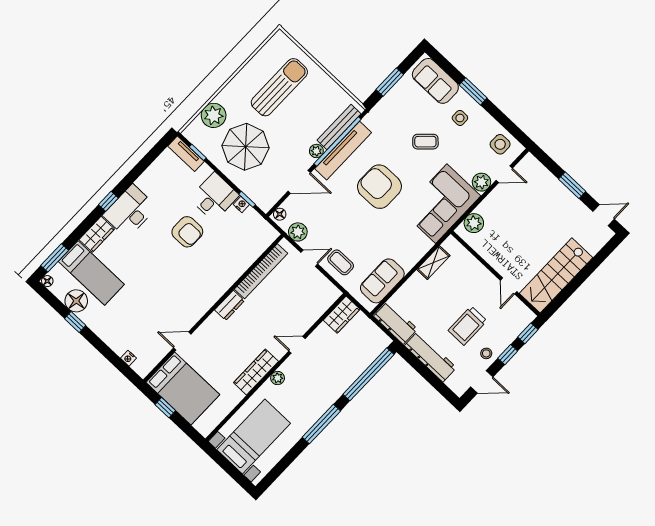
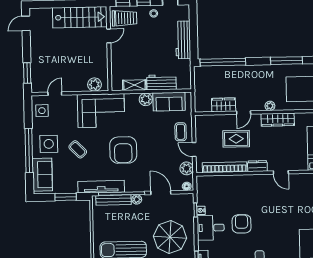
window: (473, 91) -> (29, 151), width x2.11
side table: (460, 118) -> (49, 144), width x1.87, depth x1.87
tv unit: (343, 151) -> (101, 187), moved
door: (504, 174) -> (55, 94), hinge flipped
plant: (481, 182) -> (146, 99), moved
window: (572, 185) -> (27, 73), moved
door: (604, 215) -> (26, 23), hinge flipped
rug: (278, 311) -> (236, 139), added
wardrobe: (342, 315) -> (224, 105), moved
workbench: (396, 323) -> (161, 82), moved, turned 90
trolley: (467, 326) -> (125, 18), moved
door: (182, 341) -> (281, 172), moved
door: (297, 345) -> (244, 113), hinge flipped
window: (321, 424) -> (287, 61), moved

